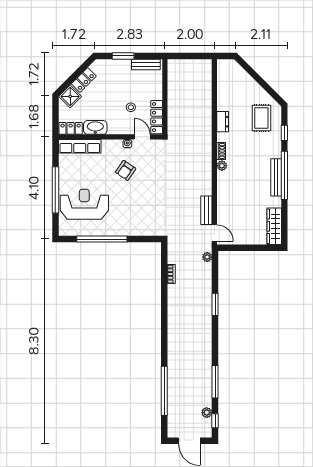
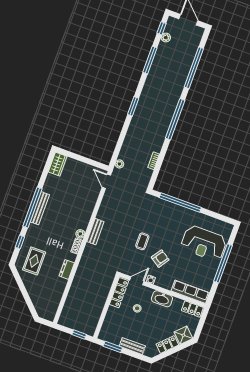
window: (123, 56) -> (113, 347), moved
window: (184, 56) -> (79, 335), added
bench: (146, 64) -> (132, 346), moved
washbasin: (95, 127) -> (162, 299), moved
door: (142, 137) -> (137, 281), swing flipped
coffee table: (152, 182) -> (142, 241), added
bench: (206, 210) -> (95, 232), moved
wardrobe: (274, 226) -> (58, 164), width x0.67
window: (102, 239) -> (180, 203), moved
window: (215, 304) -> (133, 106), moved
window: (164, 328) -> (175, 119), added

